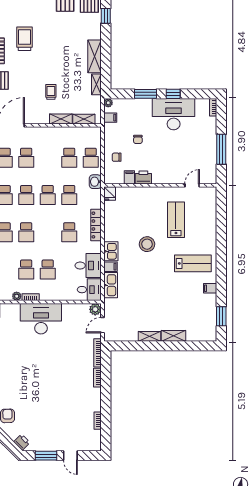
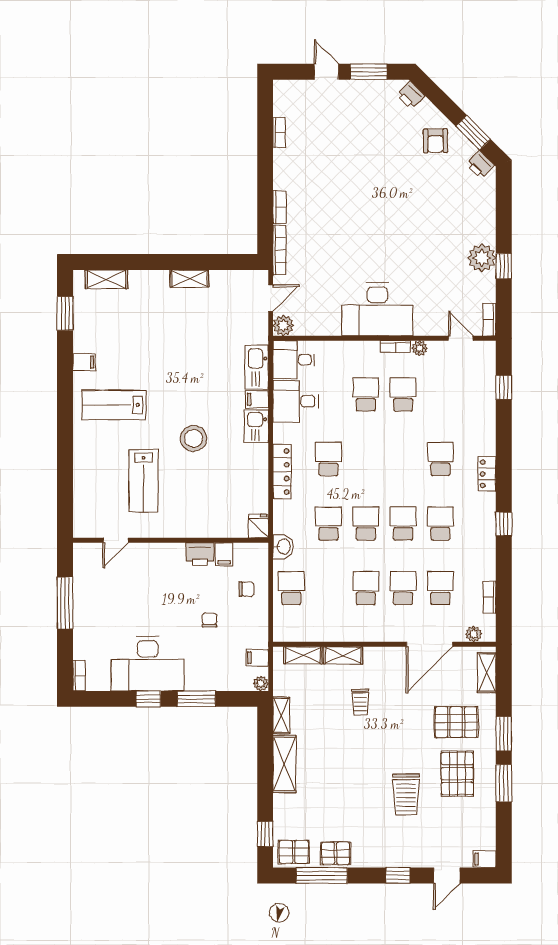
school desk: (69, 158) -> (366, 588), moved
school desk: (26, 232) -> (403, 459), removed
shelving: (174, 336) -> (106, 279), moved

